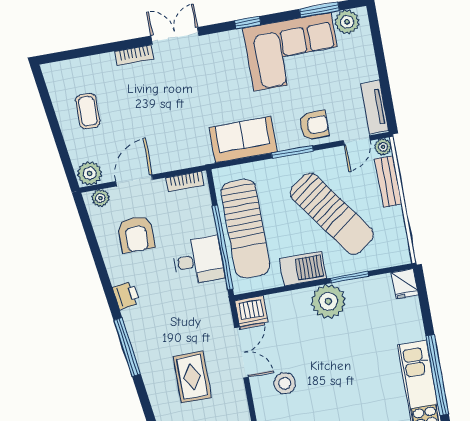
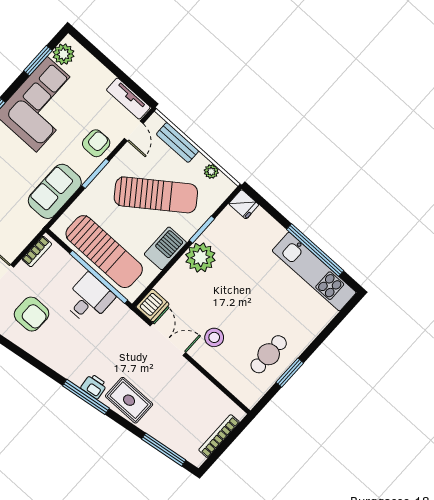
plant: (383, 147) -> (211, 172), moved
printer: (126, 295) -> (94, 386), moved
rug: (192, 377) -> (129, 400), moved

